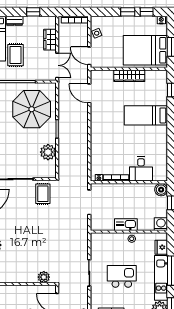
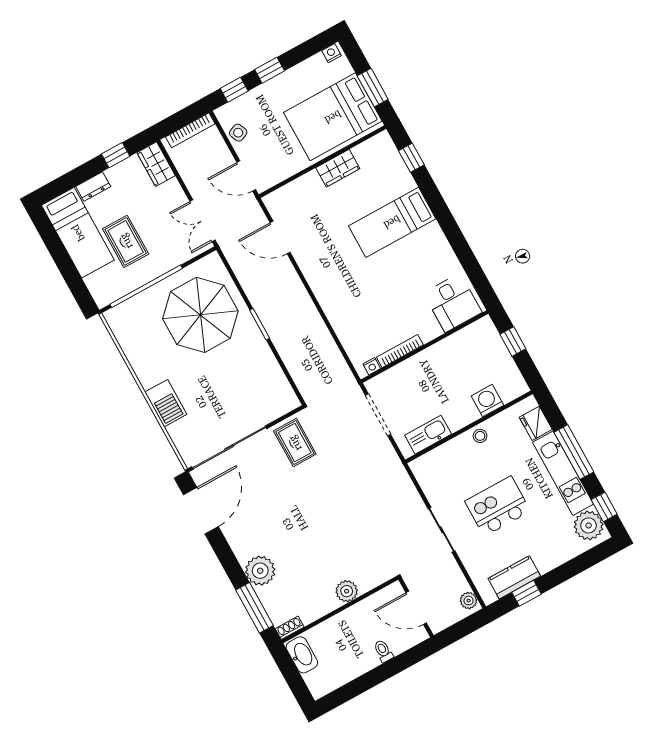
window: (147, 12) -> (234, 90), moved
wardrobe: (50, 40) -> (156, 164), moved
double door: (57, 65) -> (203, 221), swing flipped
wardrobe: (129, 76) -> (338, 168), width x0.67
plant: (48, 152) -> (266, 370), removed
desk: (141, 169) -> (453, 303), moved
boiler: (161, 190) -> (484, 330), removed
washing machine: (161, 224) -> (487, 401), moved
kitchen sink: (126, 225) -> (428, 435), moved
plant: (44, 277) -> (347, 591), moved

